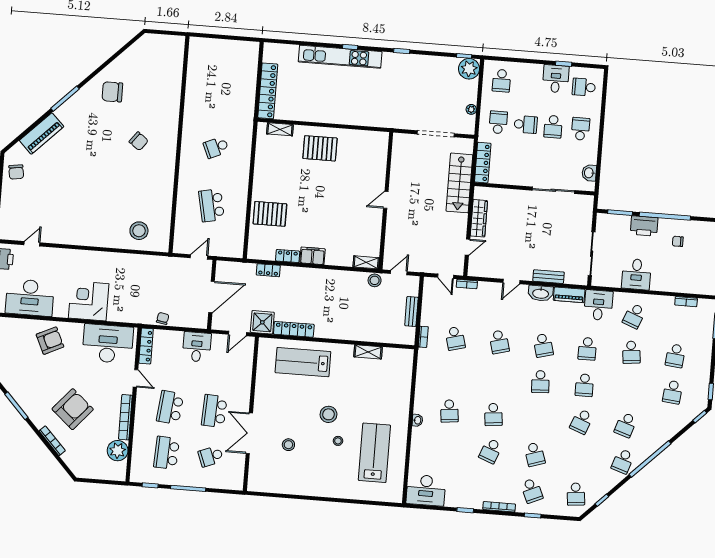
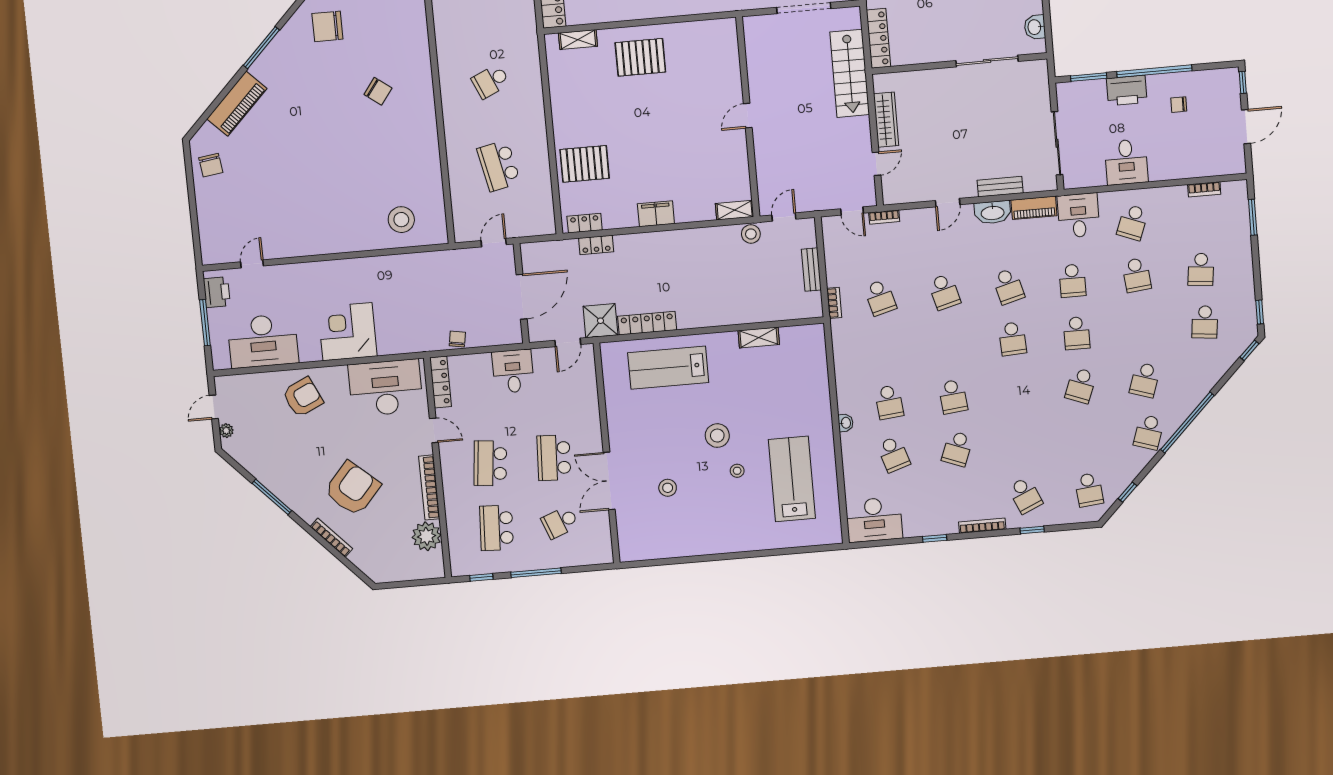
locker: (288, 256) -> (585, 223), moved
school desk: (535, 454) -> (894, 454), moved

